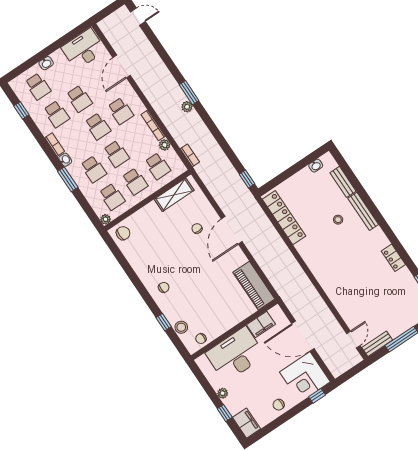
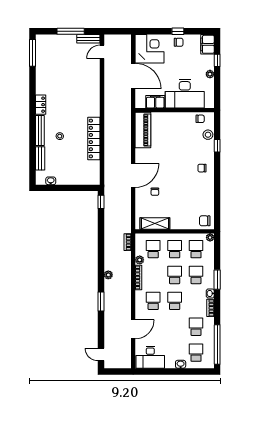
window: (189, 93) -> (101, 302), moved
school desk: (79, 99) -> (175, 327), removed
window: (21, 110) -> (217, 344), width x3.17
locker: (284, 218) -> (94, 139), moved
locker: (393, 258) -> (41, 105), moved
window: (317, 396) -> (178, 31), moved

